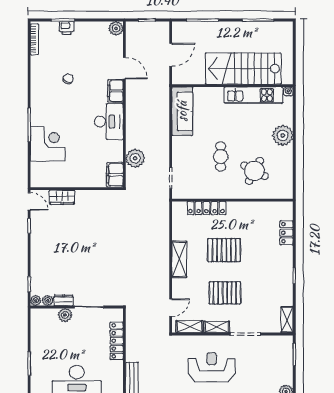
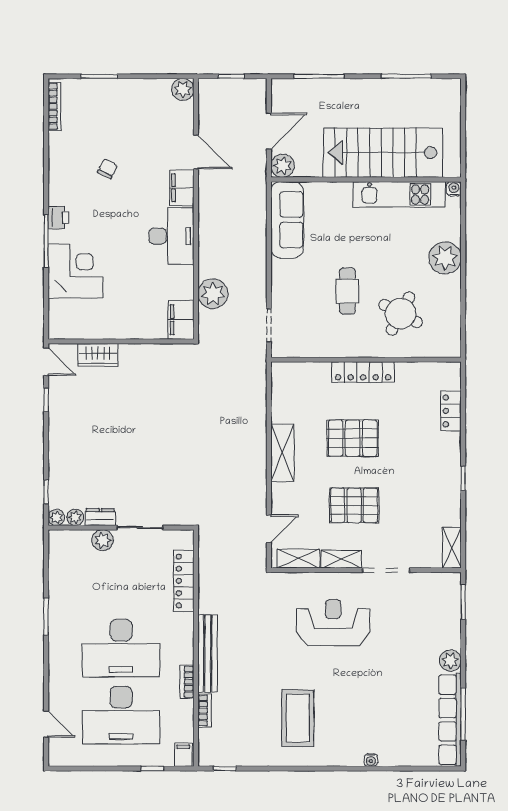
printer: (67, 28) -> (58, 218), moved, turned -90
plant: (179, 77) -> (283, 166), added
locker: (206, 208) -> (363, 372), moved

